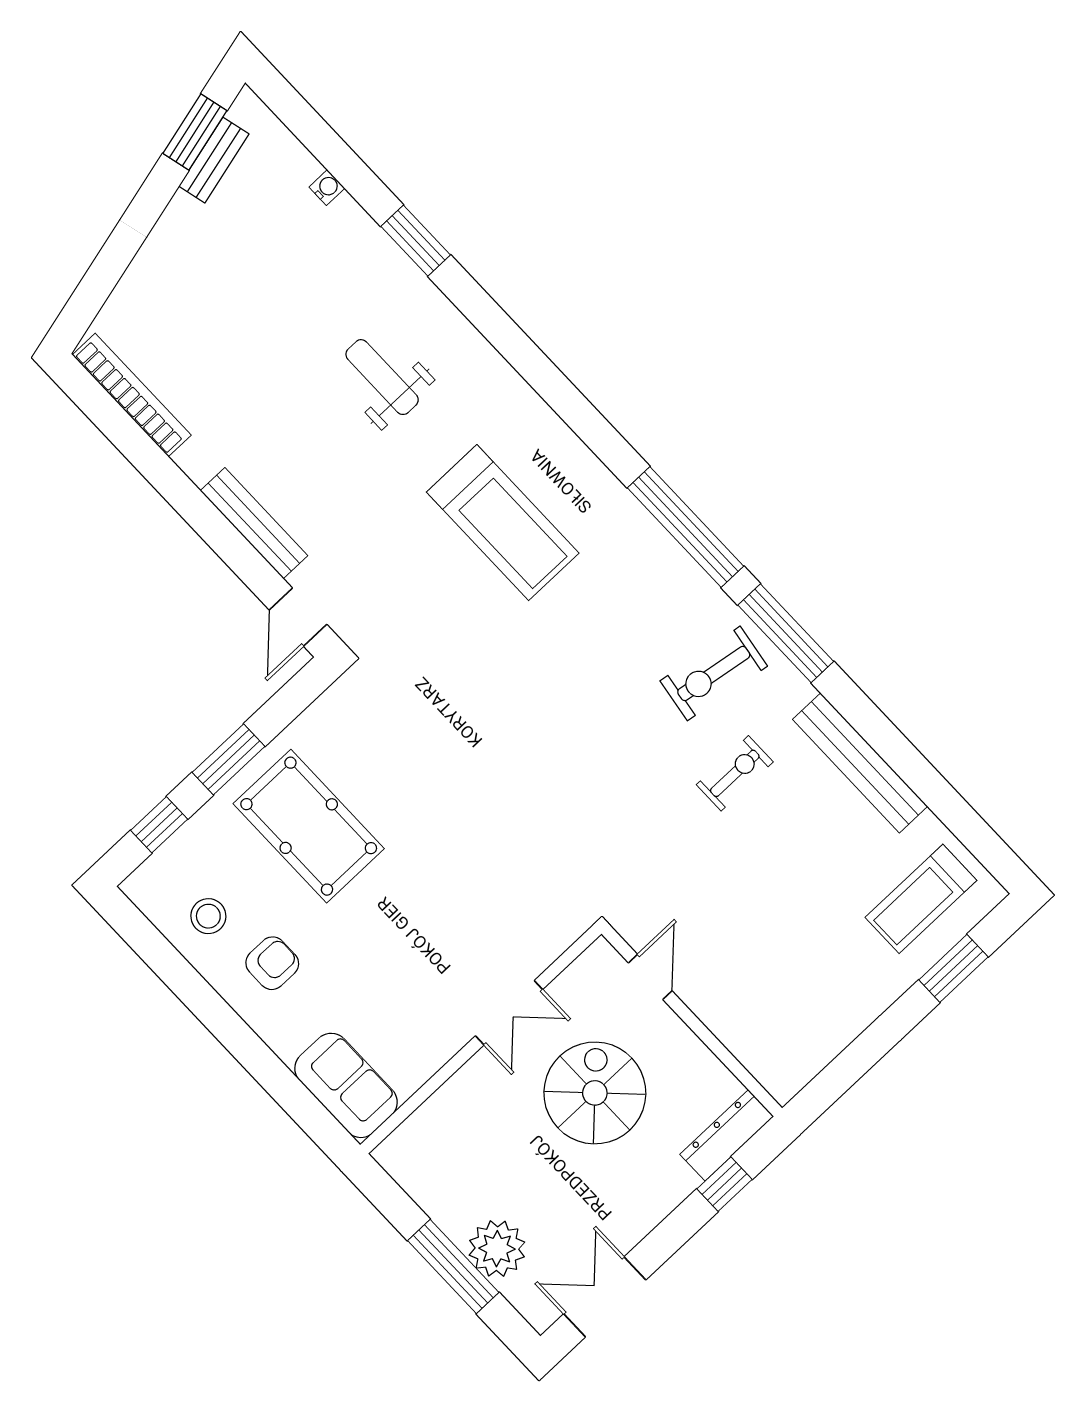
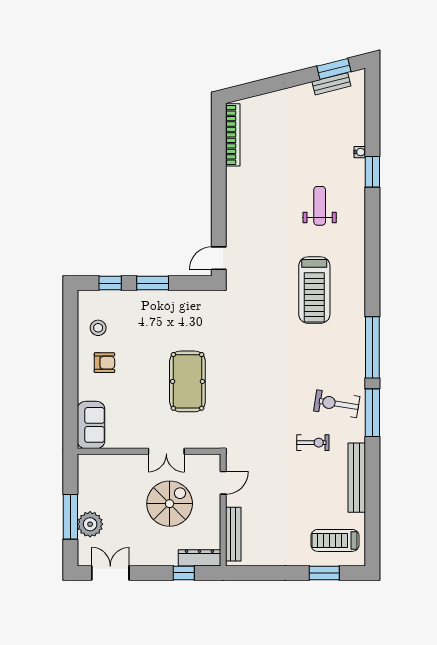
water cooler: (327, 188) -> (360, 152), moved
bench: (254, 523) -> (233, 534), moved
pool table: (309, 826) -> (187, 381), moved

